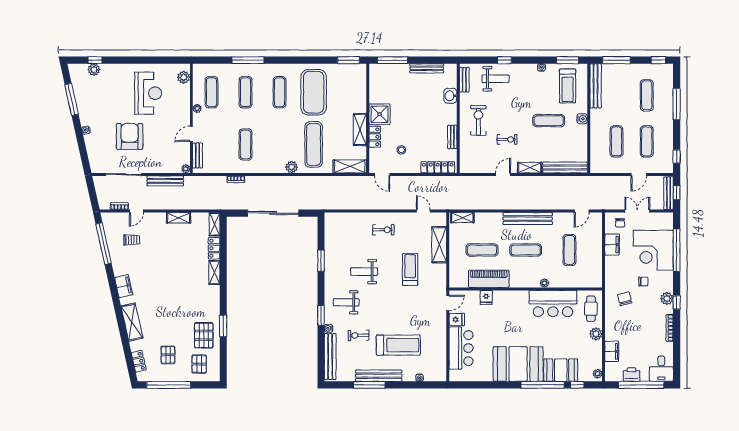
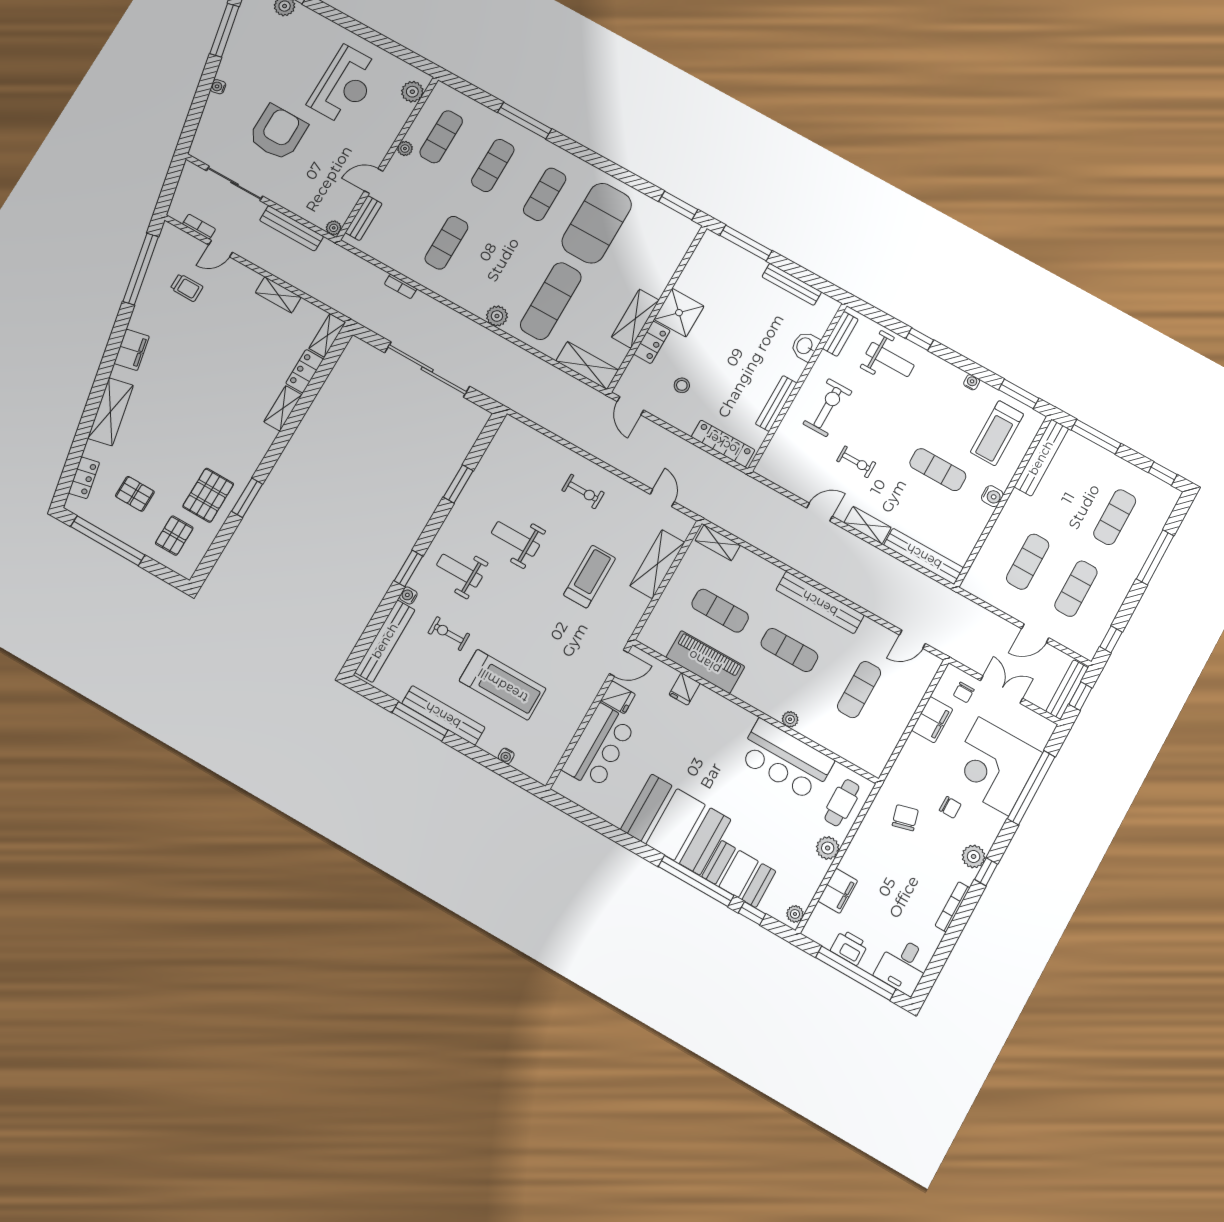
bench: (452, 137) -> (776, 403), width x1.36
pallet: (168, 355) -> (135, 494), turned 90

